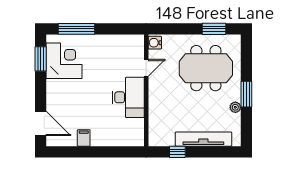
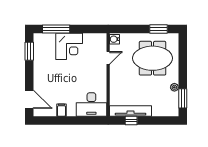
corner desk: (64, 61) -> (69, 46), moved, turned 90
window: (246, 94) -> (183, 98), moved
desk: (128, 97) -> (91, 104), moved, turned 90
tv unit: (203, 139) -> (131, 111), moved

